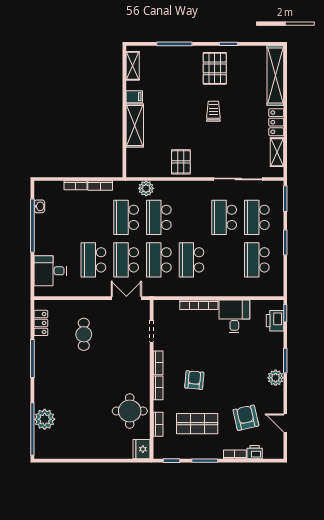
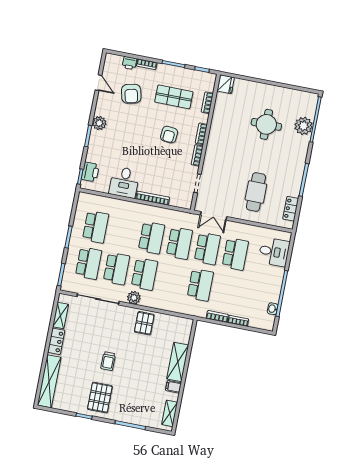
plant: (146, 188) -> (134, 298), moved
school desk: (159, 217) -> (144, 274), moved
cafe table: (84, 334) -> (256, 192), width x1.37, depth x1.35
round table: (130, 411) -> (266, 124), moved

